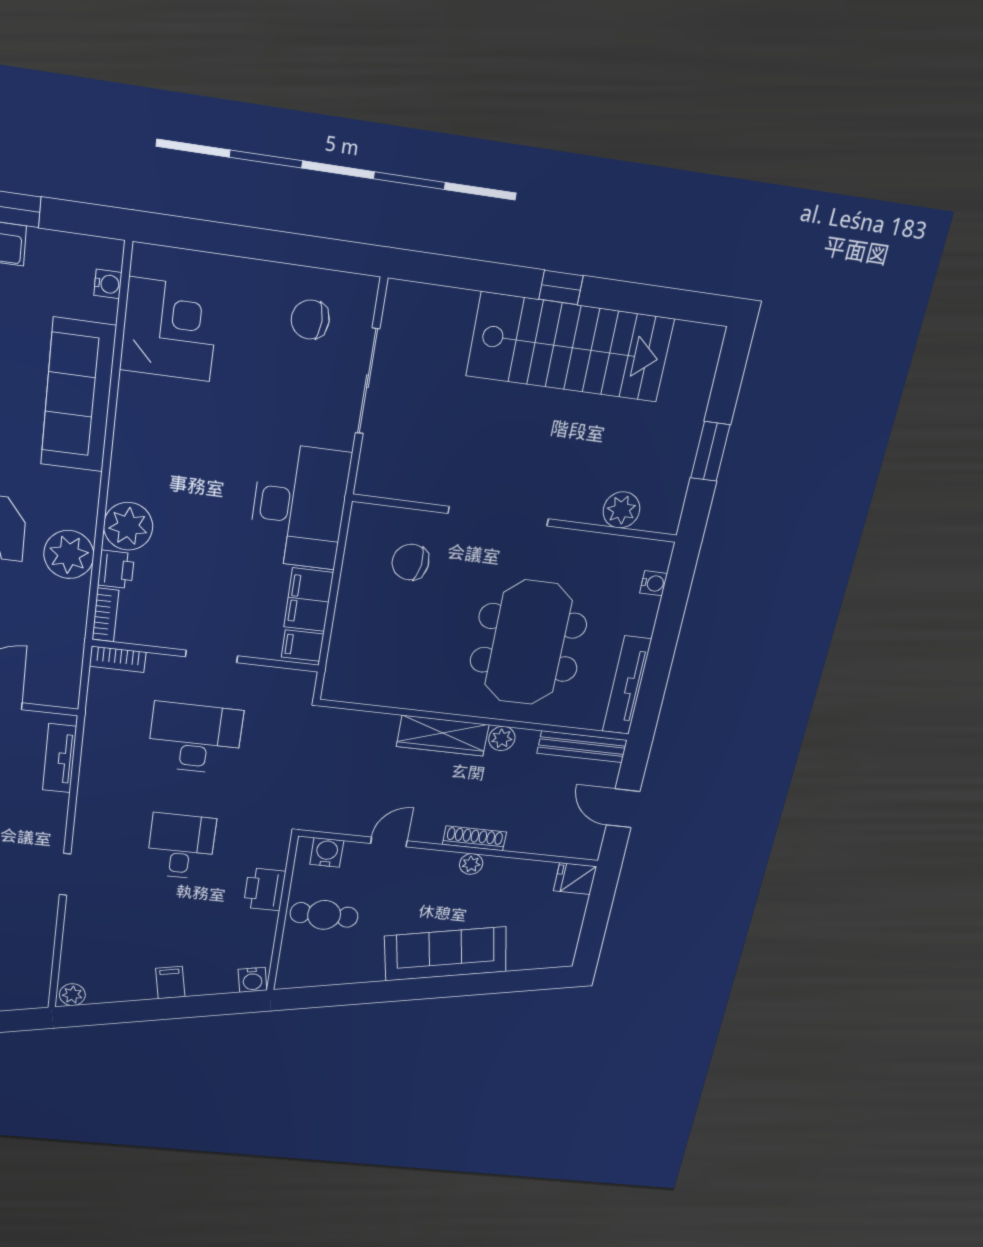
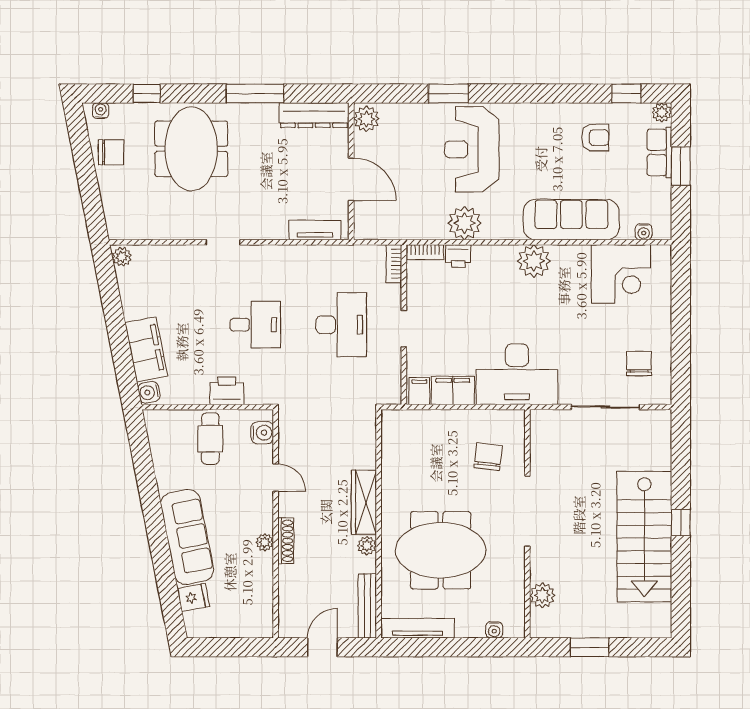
plant: (128, 526) -> (534, 261), moved
fridge: (575, 879) -> (193, 598), moved, turned 79
filing cabinet: (170, 983) -> (146, 349), width x3.00, depth x1.17

